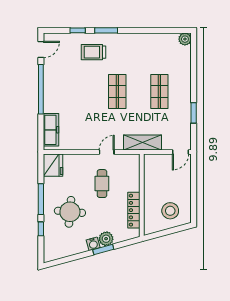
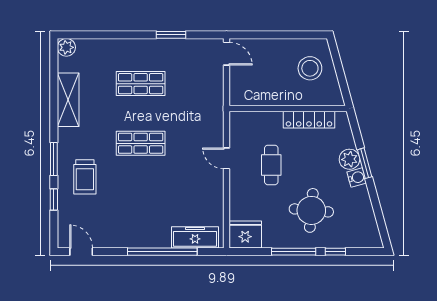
window: (41, 89) -> (162, 252), moved
shelving: (142, 143) -> (68, 100), moved
cafe table: (102, 184) -> (271, 165), turned 90

